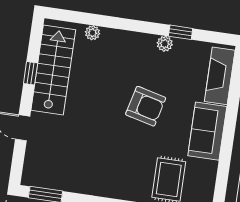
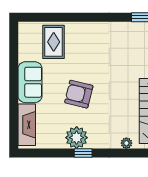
window: (181, 32) -> (83, 153), moved
plant: (165, 44) -> (77, 138), width x1.88, depth x1.88

